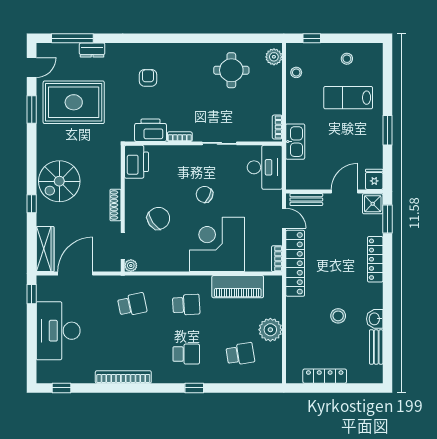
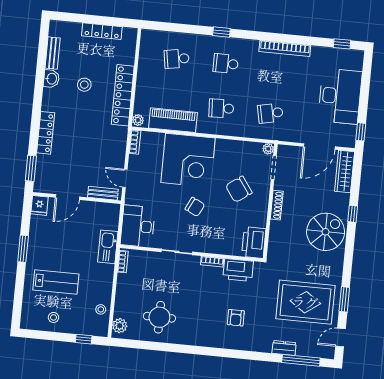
shower: (373, 204) -> (43, 183), removed
locker: (295, 263) -> (123, 95), moved
plant: (270, 330) -> (138, 120), moved, width x0.53, depth x0.53

